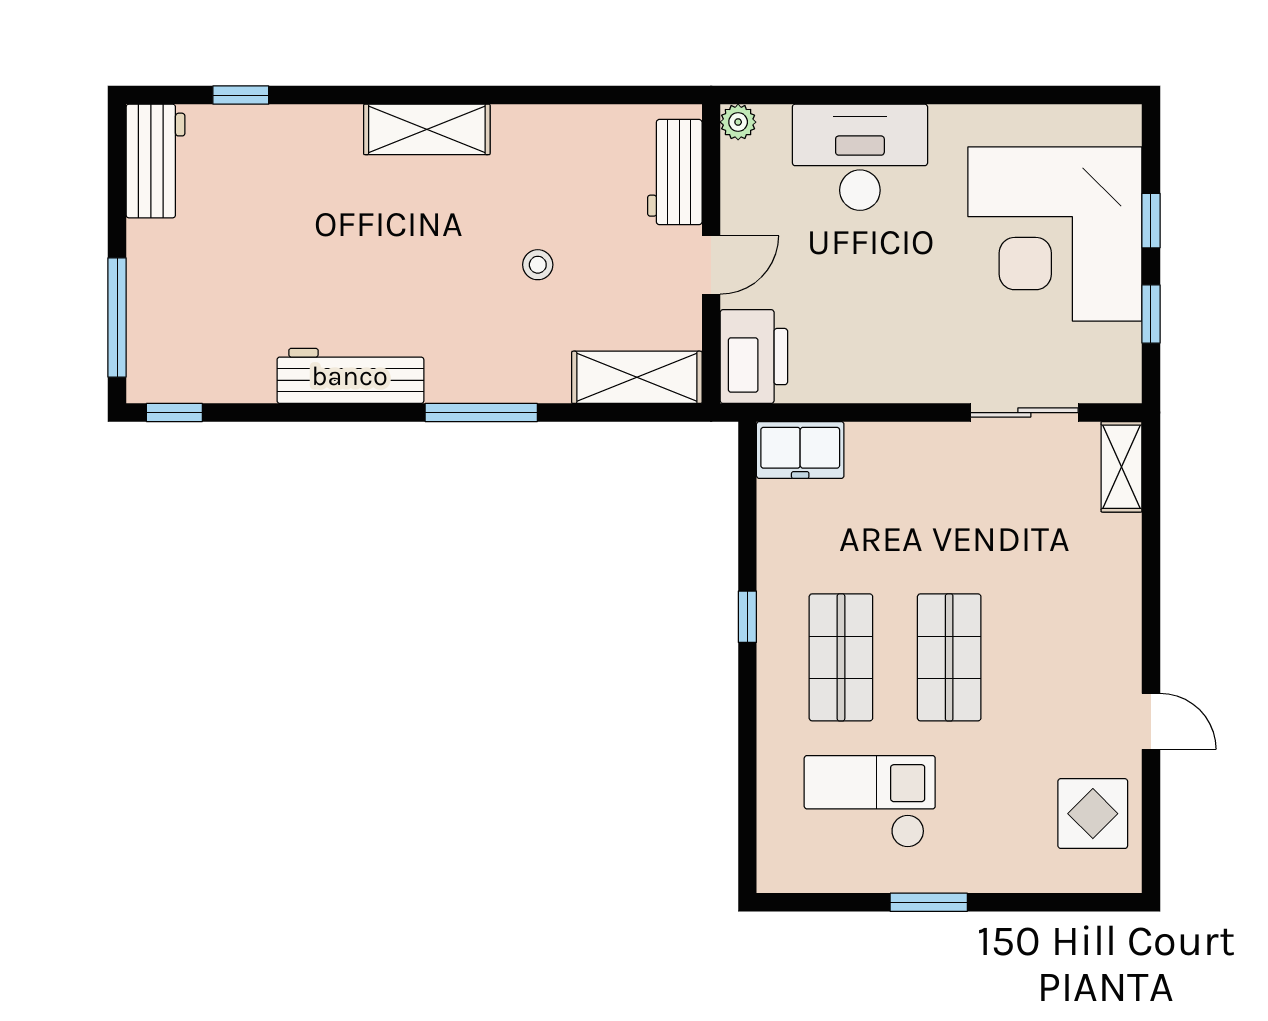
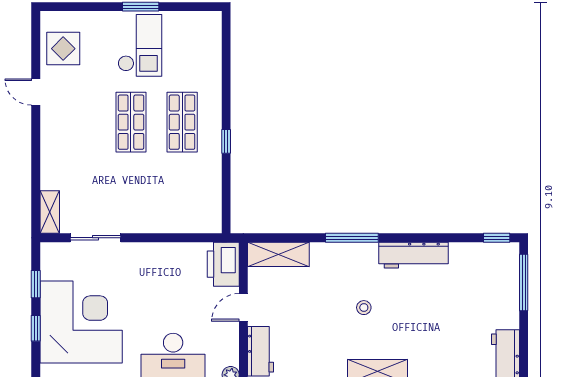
stool: (538, 265) -> (364, 308), moved
freezer: (800, 450) -> (201, 220), removed
checkout: (870, 802) -> (140, 45), moved, turned -90

